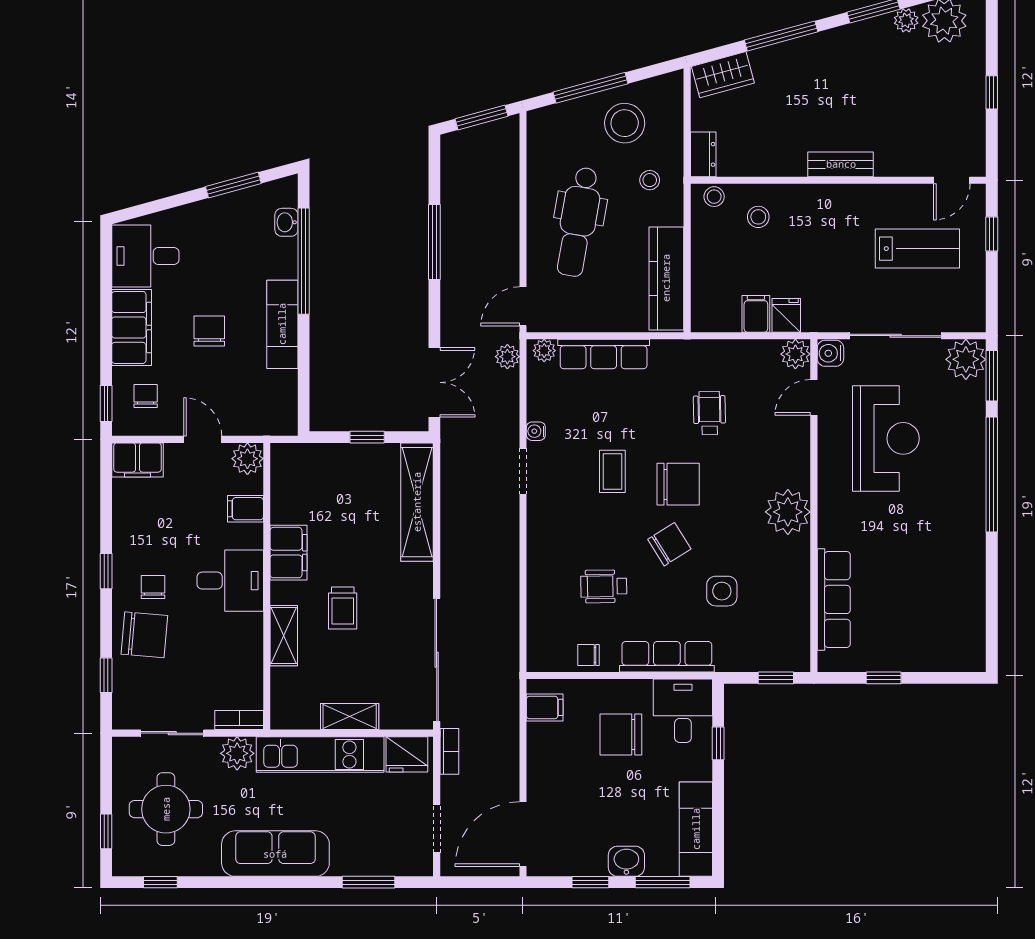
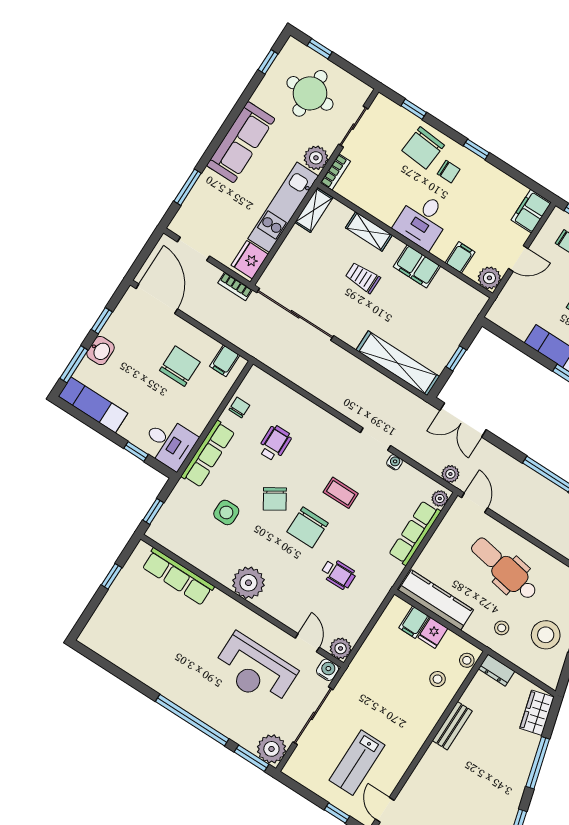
bench: (841, 164) -> (452, 726), moved
filing cabinet: (756, 314) -> (414, 622), moved, turned 90
fridge: (786, 315) -> (433, 633), moved, turned 90
shelving: (350, 717) -> (314, 210), moved
chair: (621, 734) -> (180, 366), moved

